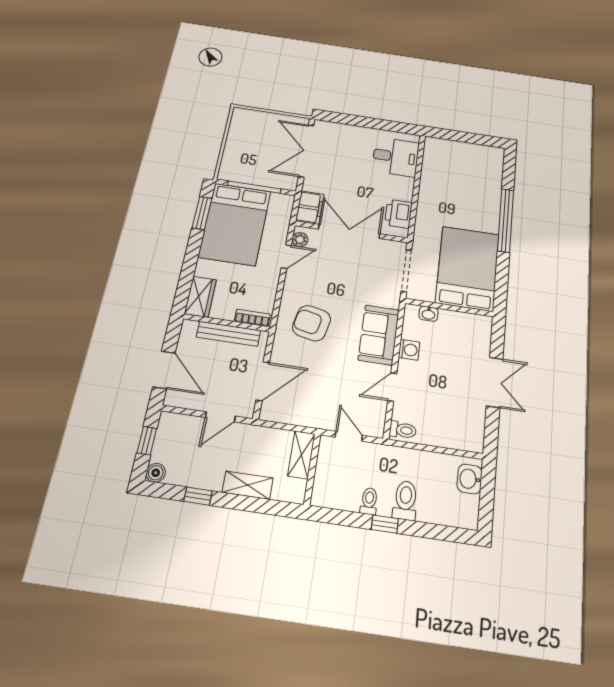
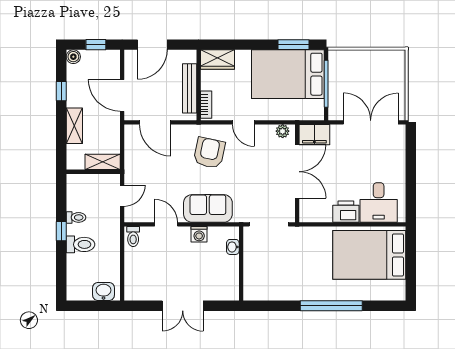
printer: (398, 214) -> (346, 212), moved
door: (286, 257) -> (243, 122), moved
bed: (468, 268) -> (369, 255), moved, turned 180
door: (220, 417) -> (122, 95), width x1.38

